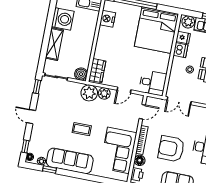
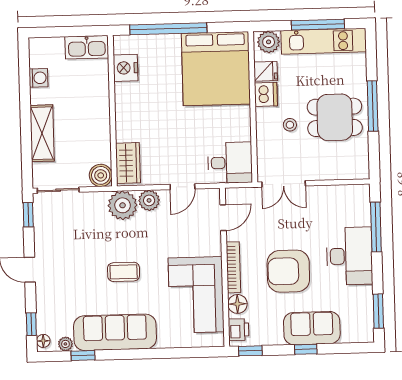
washing machine: (63, 19) -> (38, 78), width x0.53, depth x0.53

